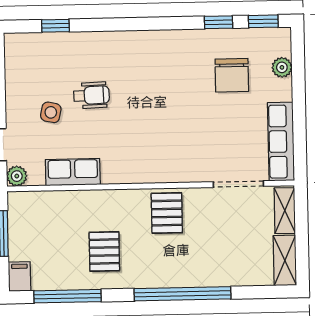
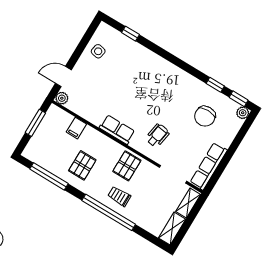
plant: (282, 67) -> (243, 113), moved
wheelchair: (91, 95) -> (158, 135), moved, turned -79
side table: (51, 112) -> (98, 51), moved
row of seats: (73, 172) -> (117, 130), moved
trolley: (183, 262) -> (119, 196), added
filing cabinet: (20, 277) -> (76, 128), moved, turned 180

